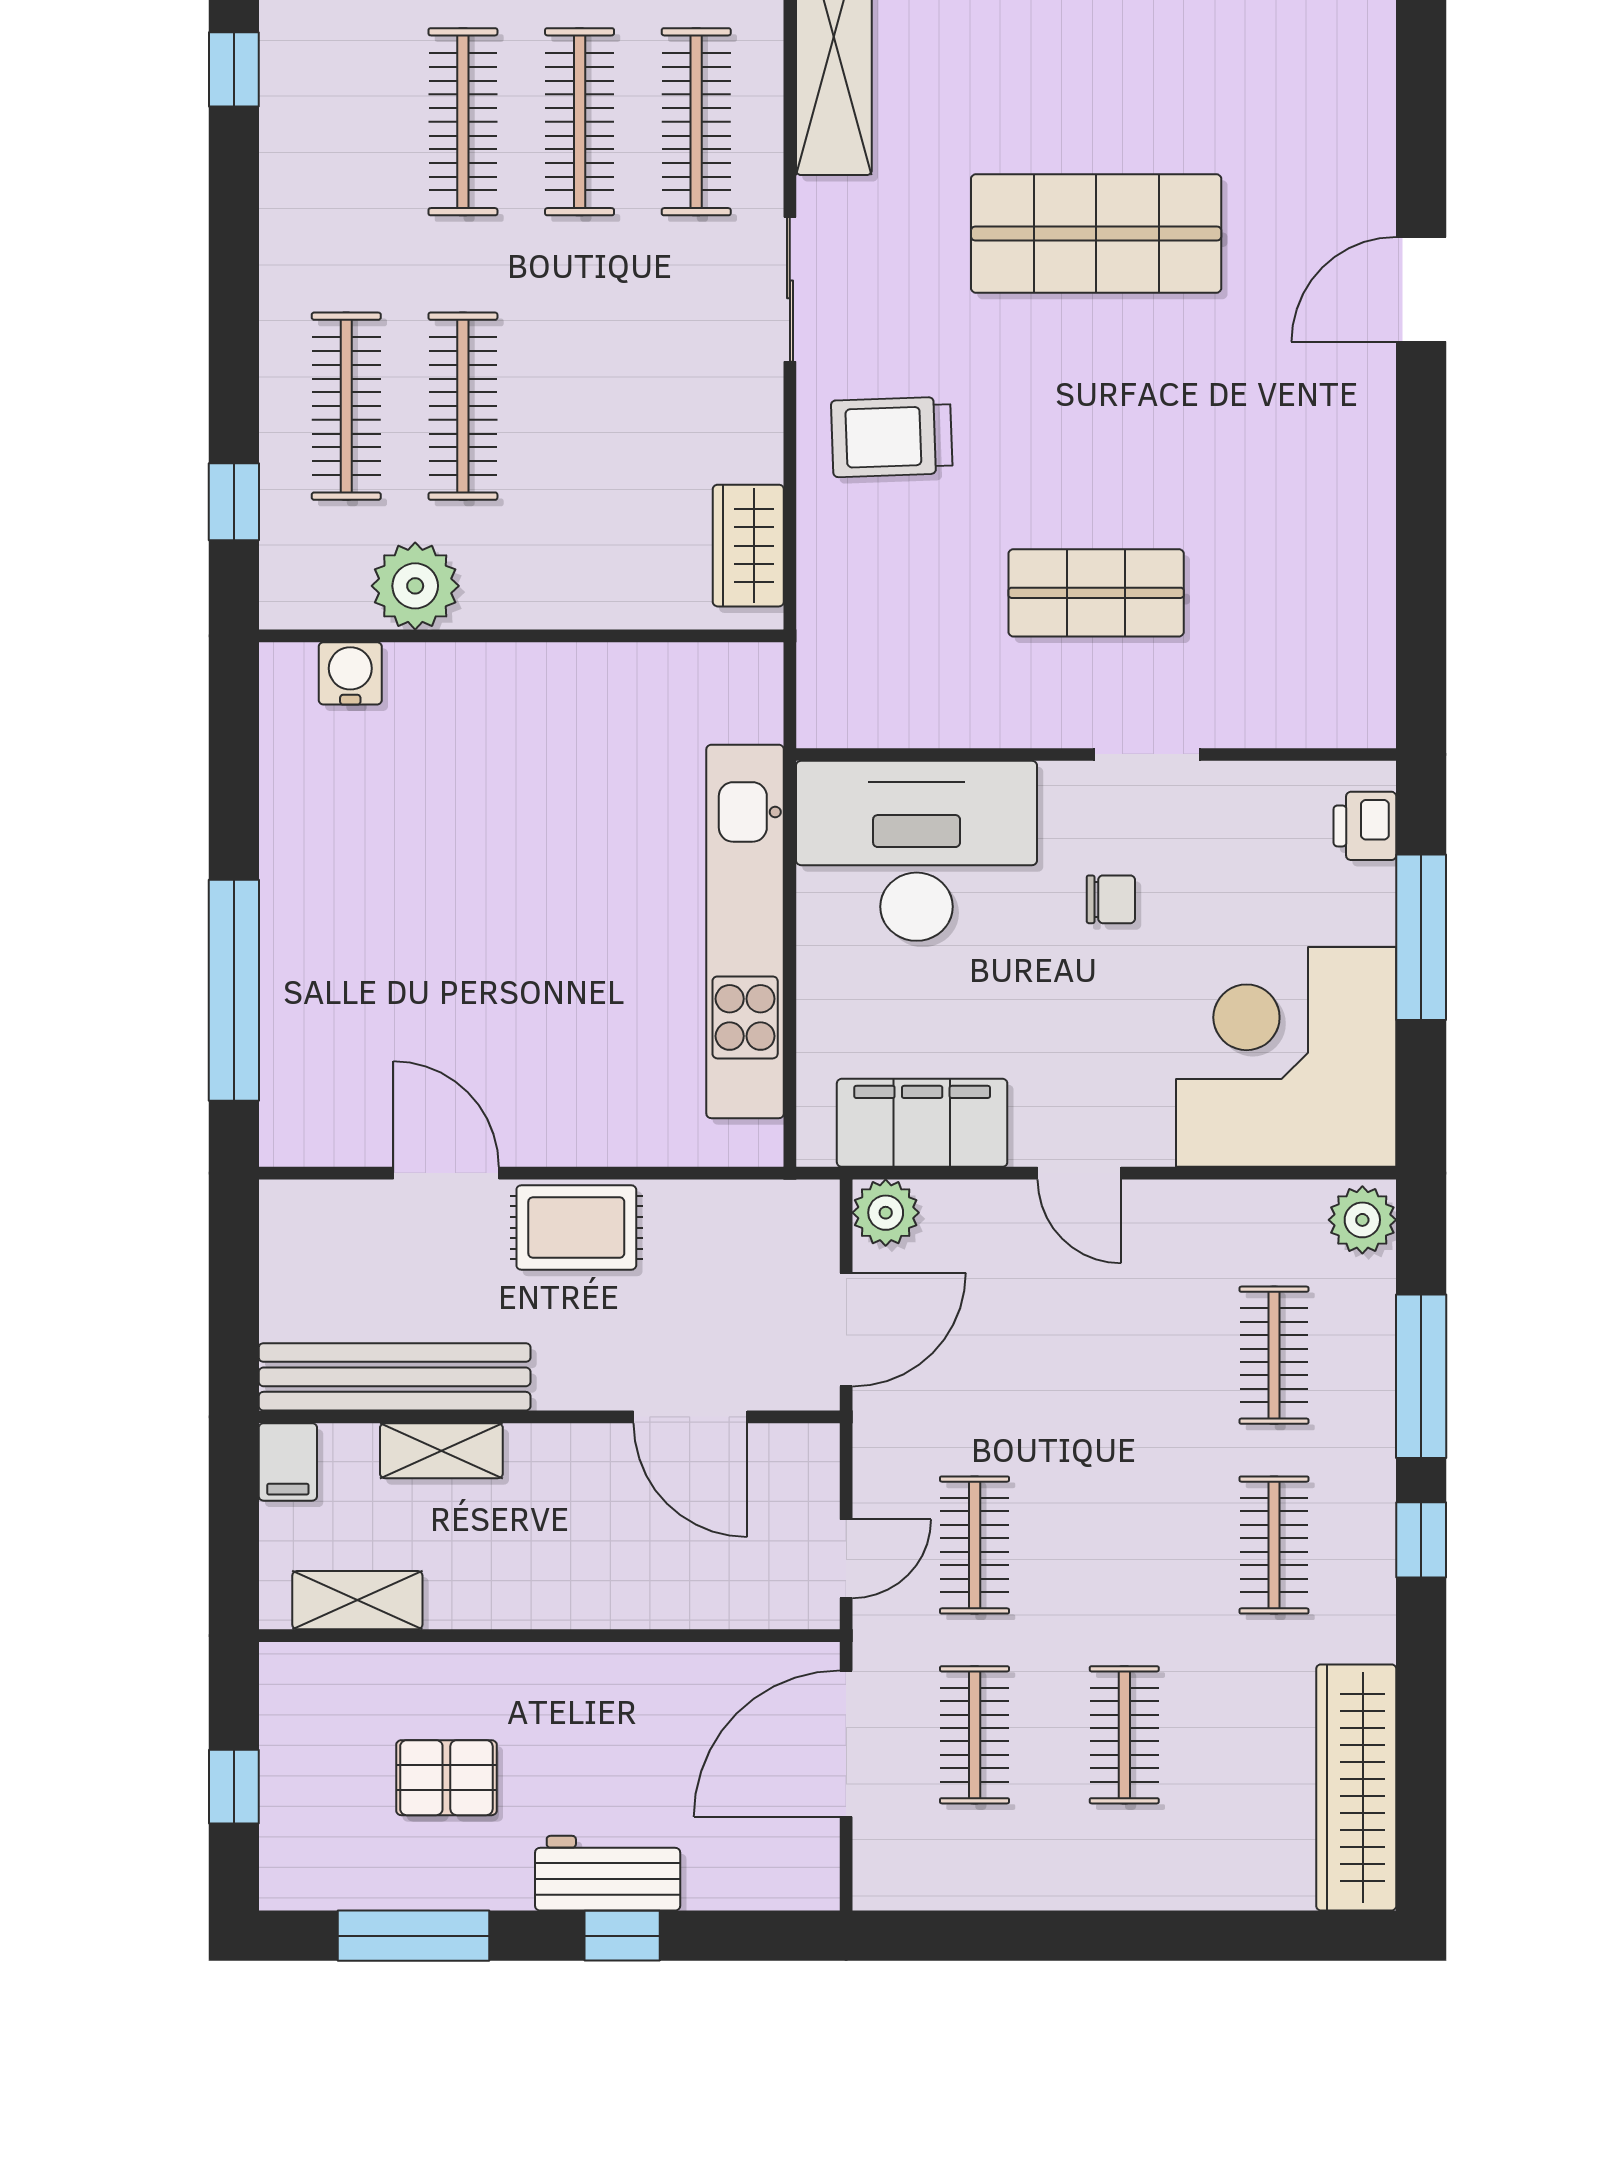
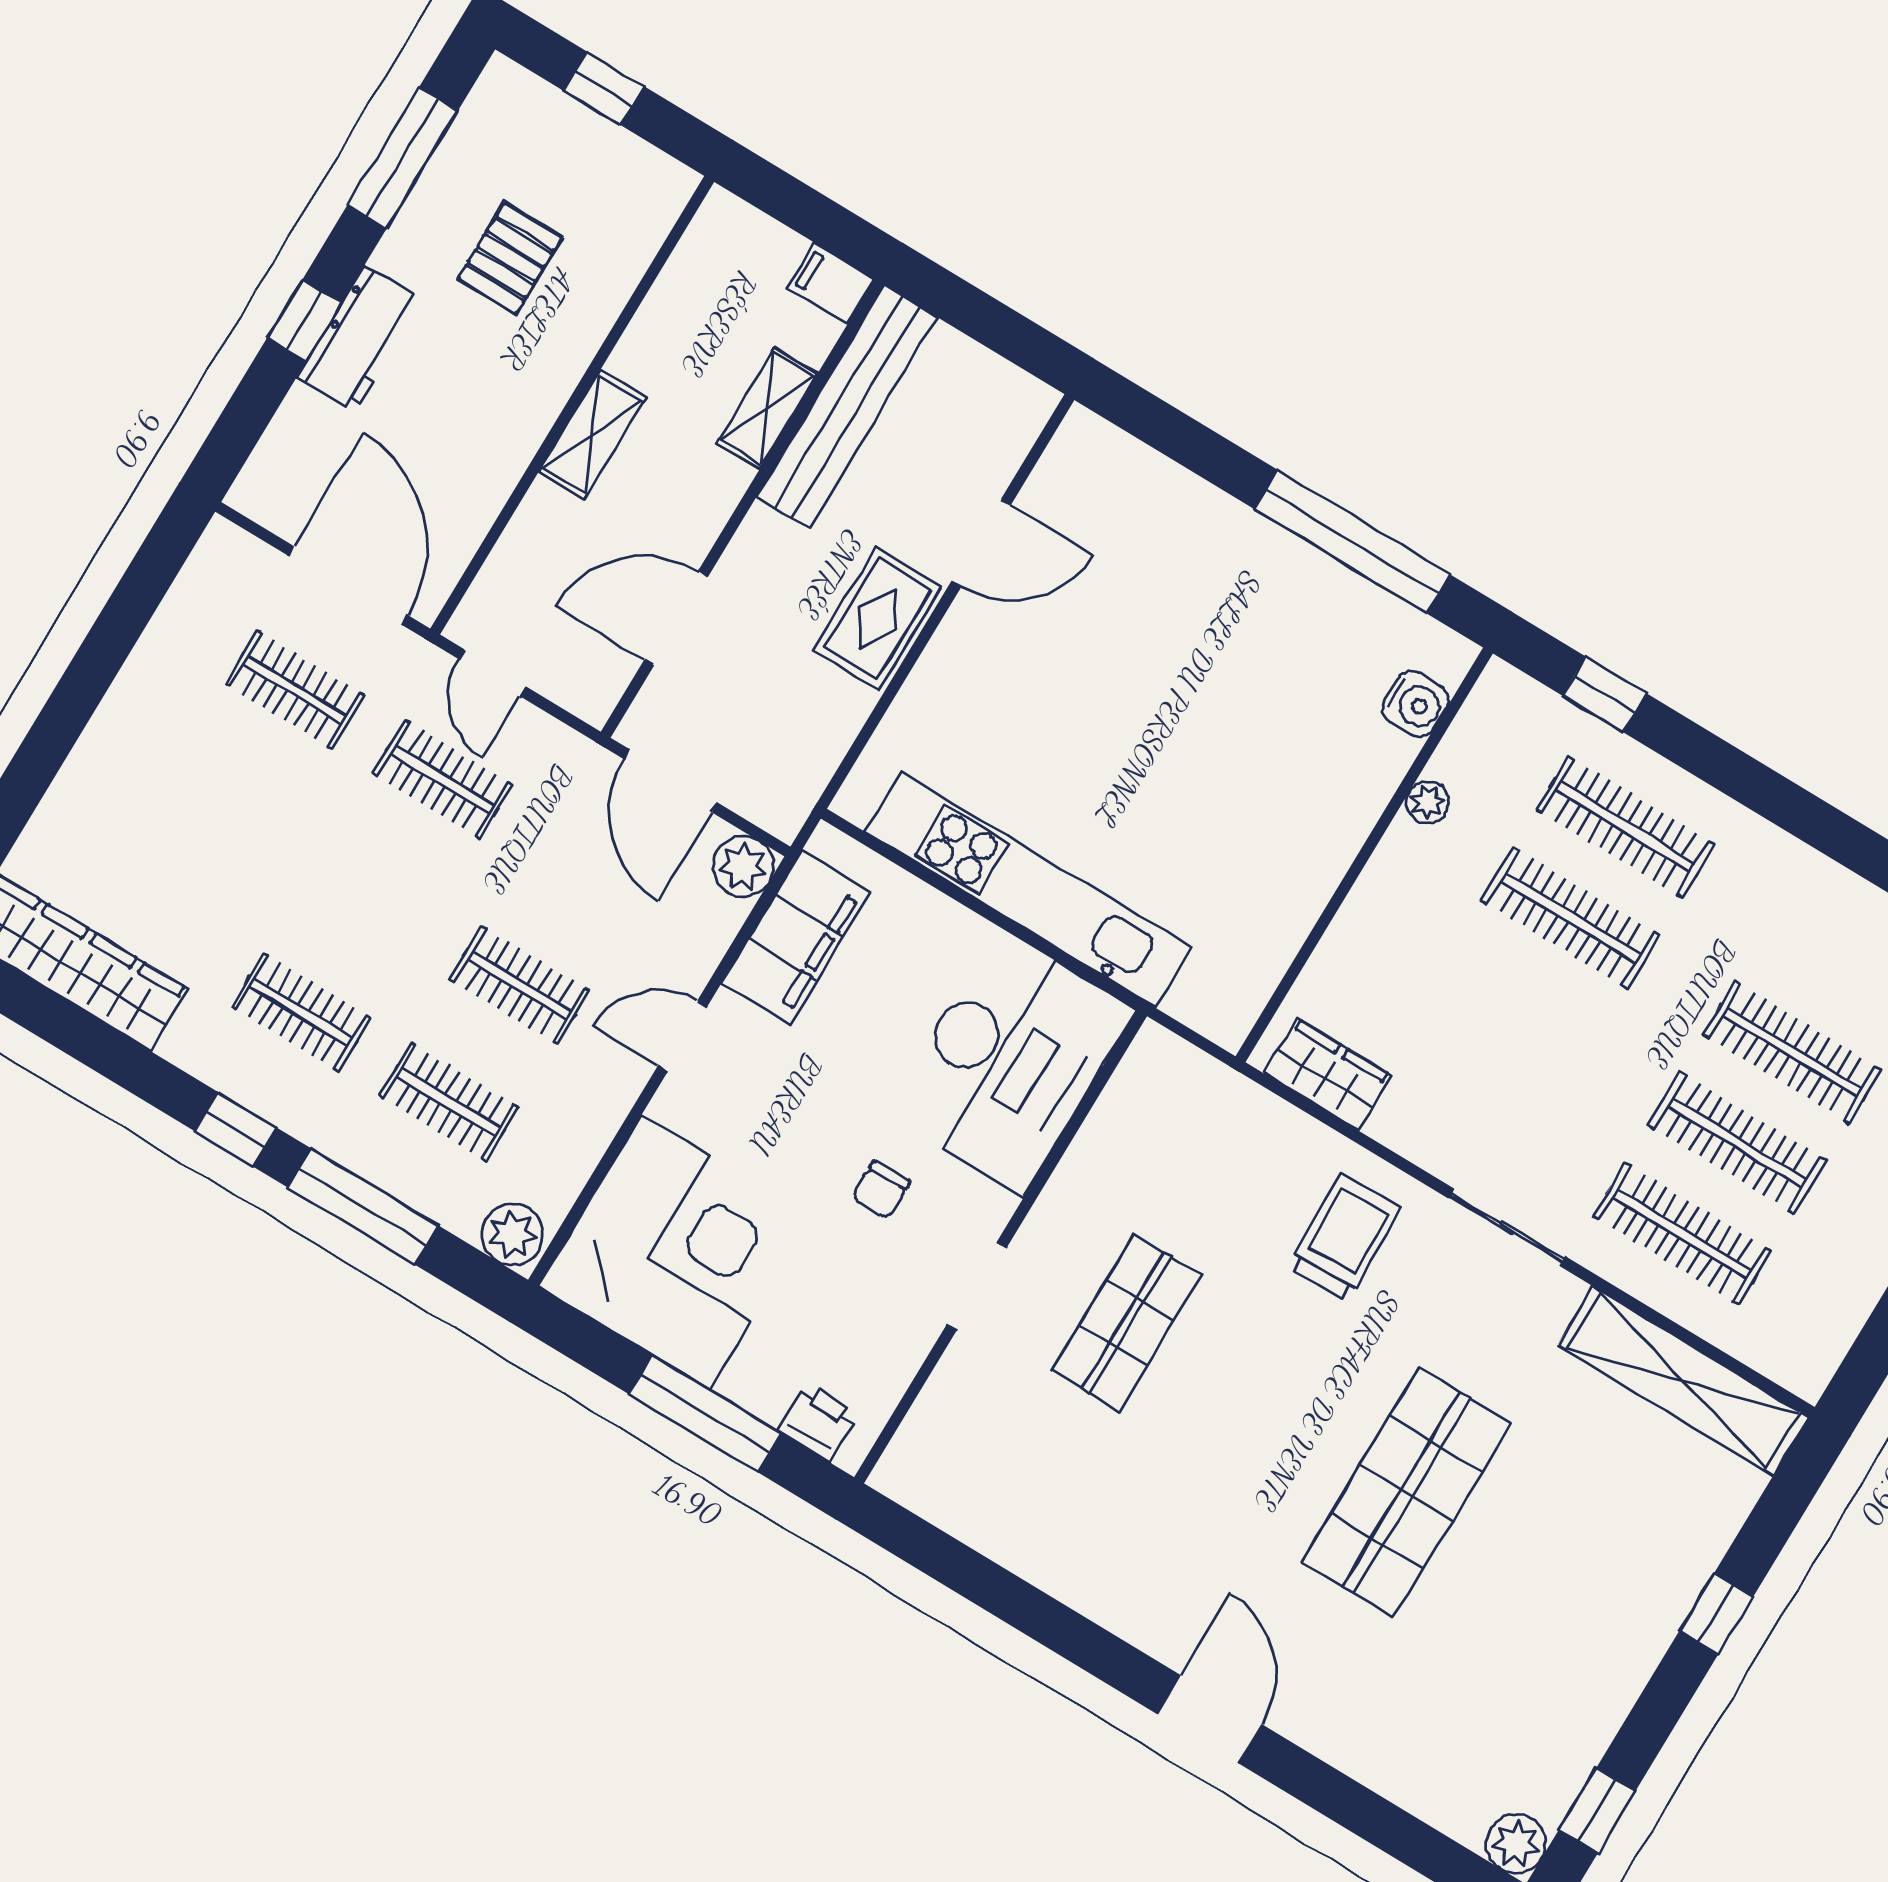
plant: (415, 586) -> (1428, 802), width x0.53, depth x0.53
window: (234, 990) -> (1352, 542), moved
shelving: (357, 1600) -> (592, 434), moved
clothes rail: (1124, 1735) -> (519, 985), moved

